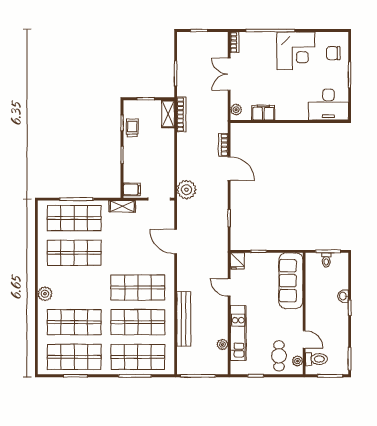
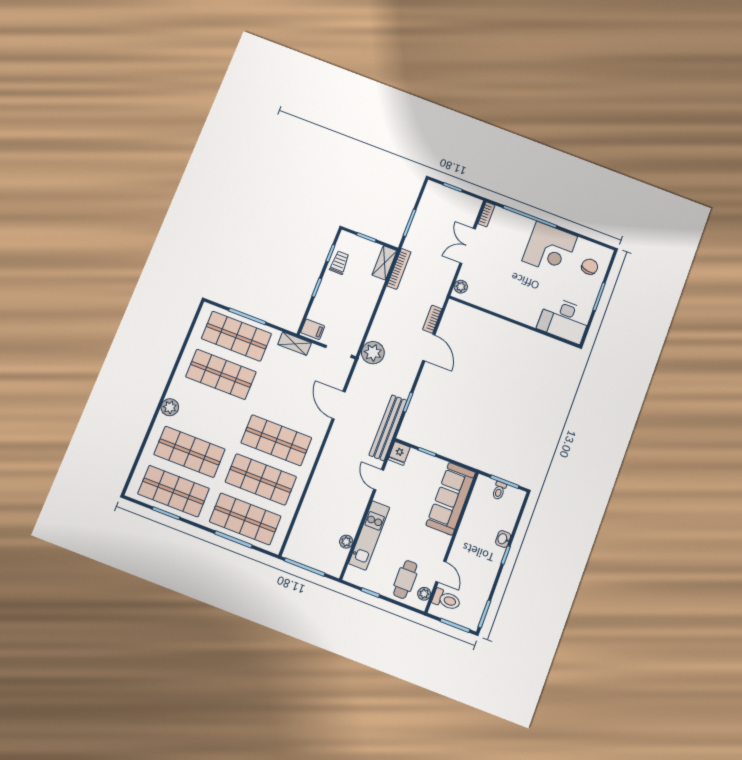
chair: (333, 53) -> (590, 267), turned 99
filing cabinet: (263, 113) -> (489, 301), removed
bench: (184, 319) -> (388, 428), moved

